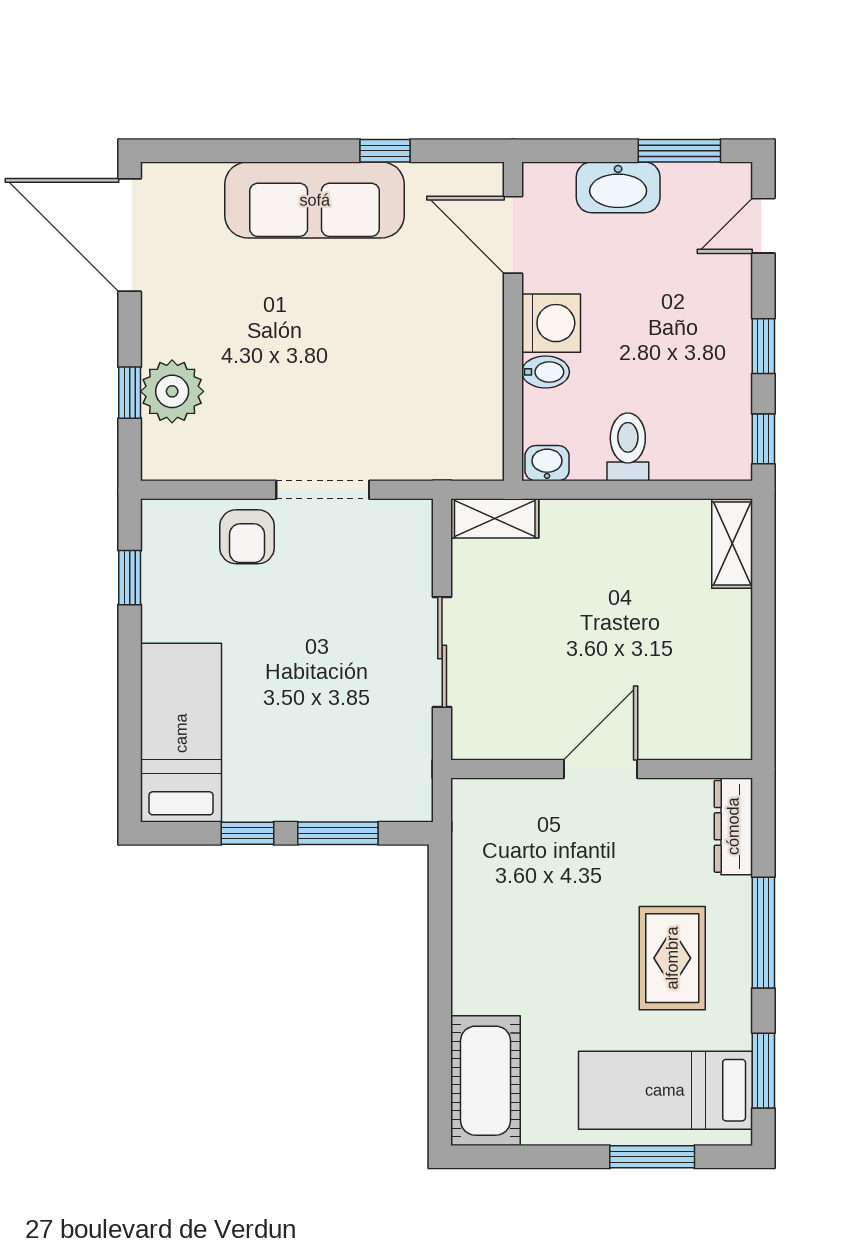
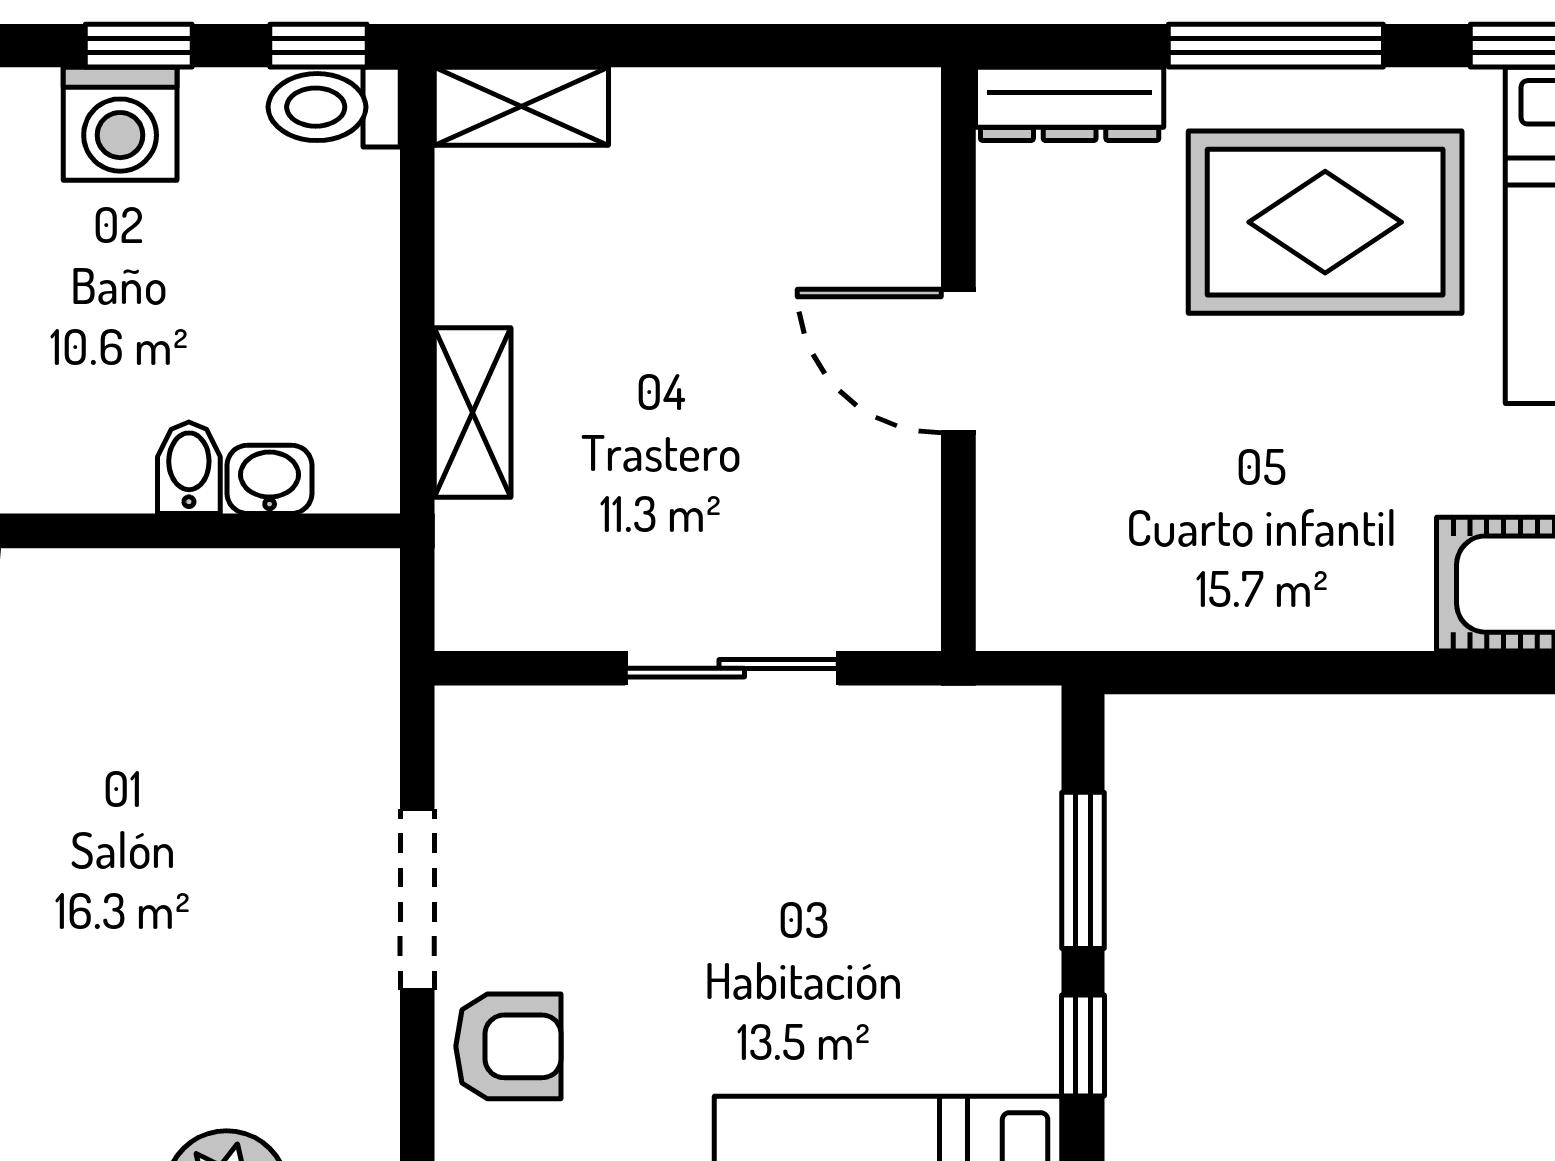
washing machine: (551, 323) -> (120, 124), moved, turned 180
toilet: (628, 447) -> (334, 107), moved
washbasin: (547, 463) -> (270, 479), moved, turned 90
shelving: (495, 518) -> (473, 413), moved
rug: (672, 958) -> (1325, 222), width x1.36, depth x1.43

